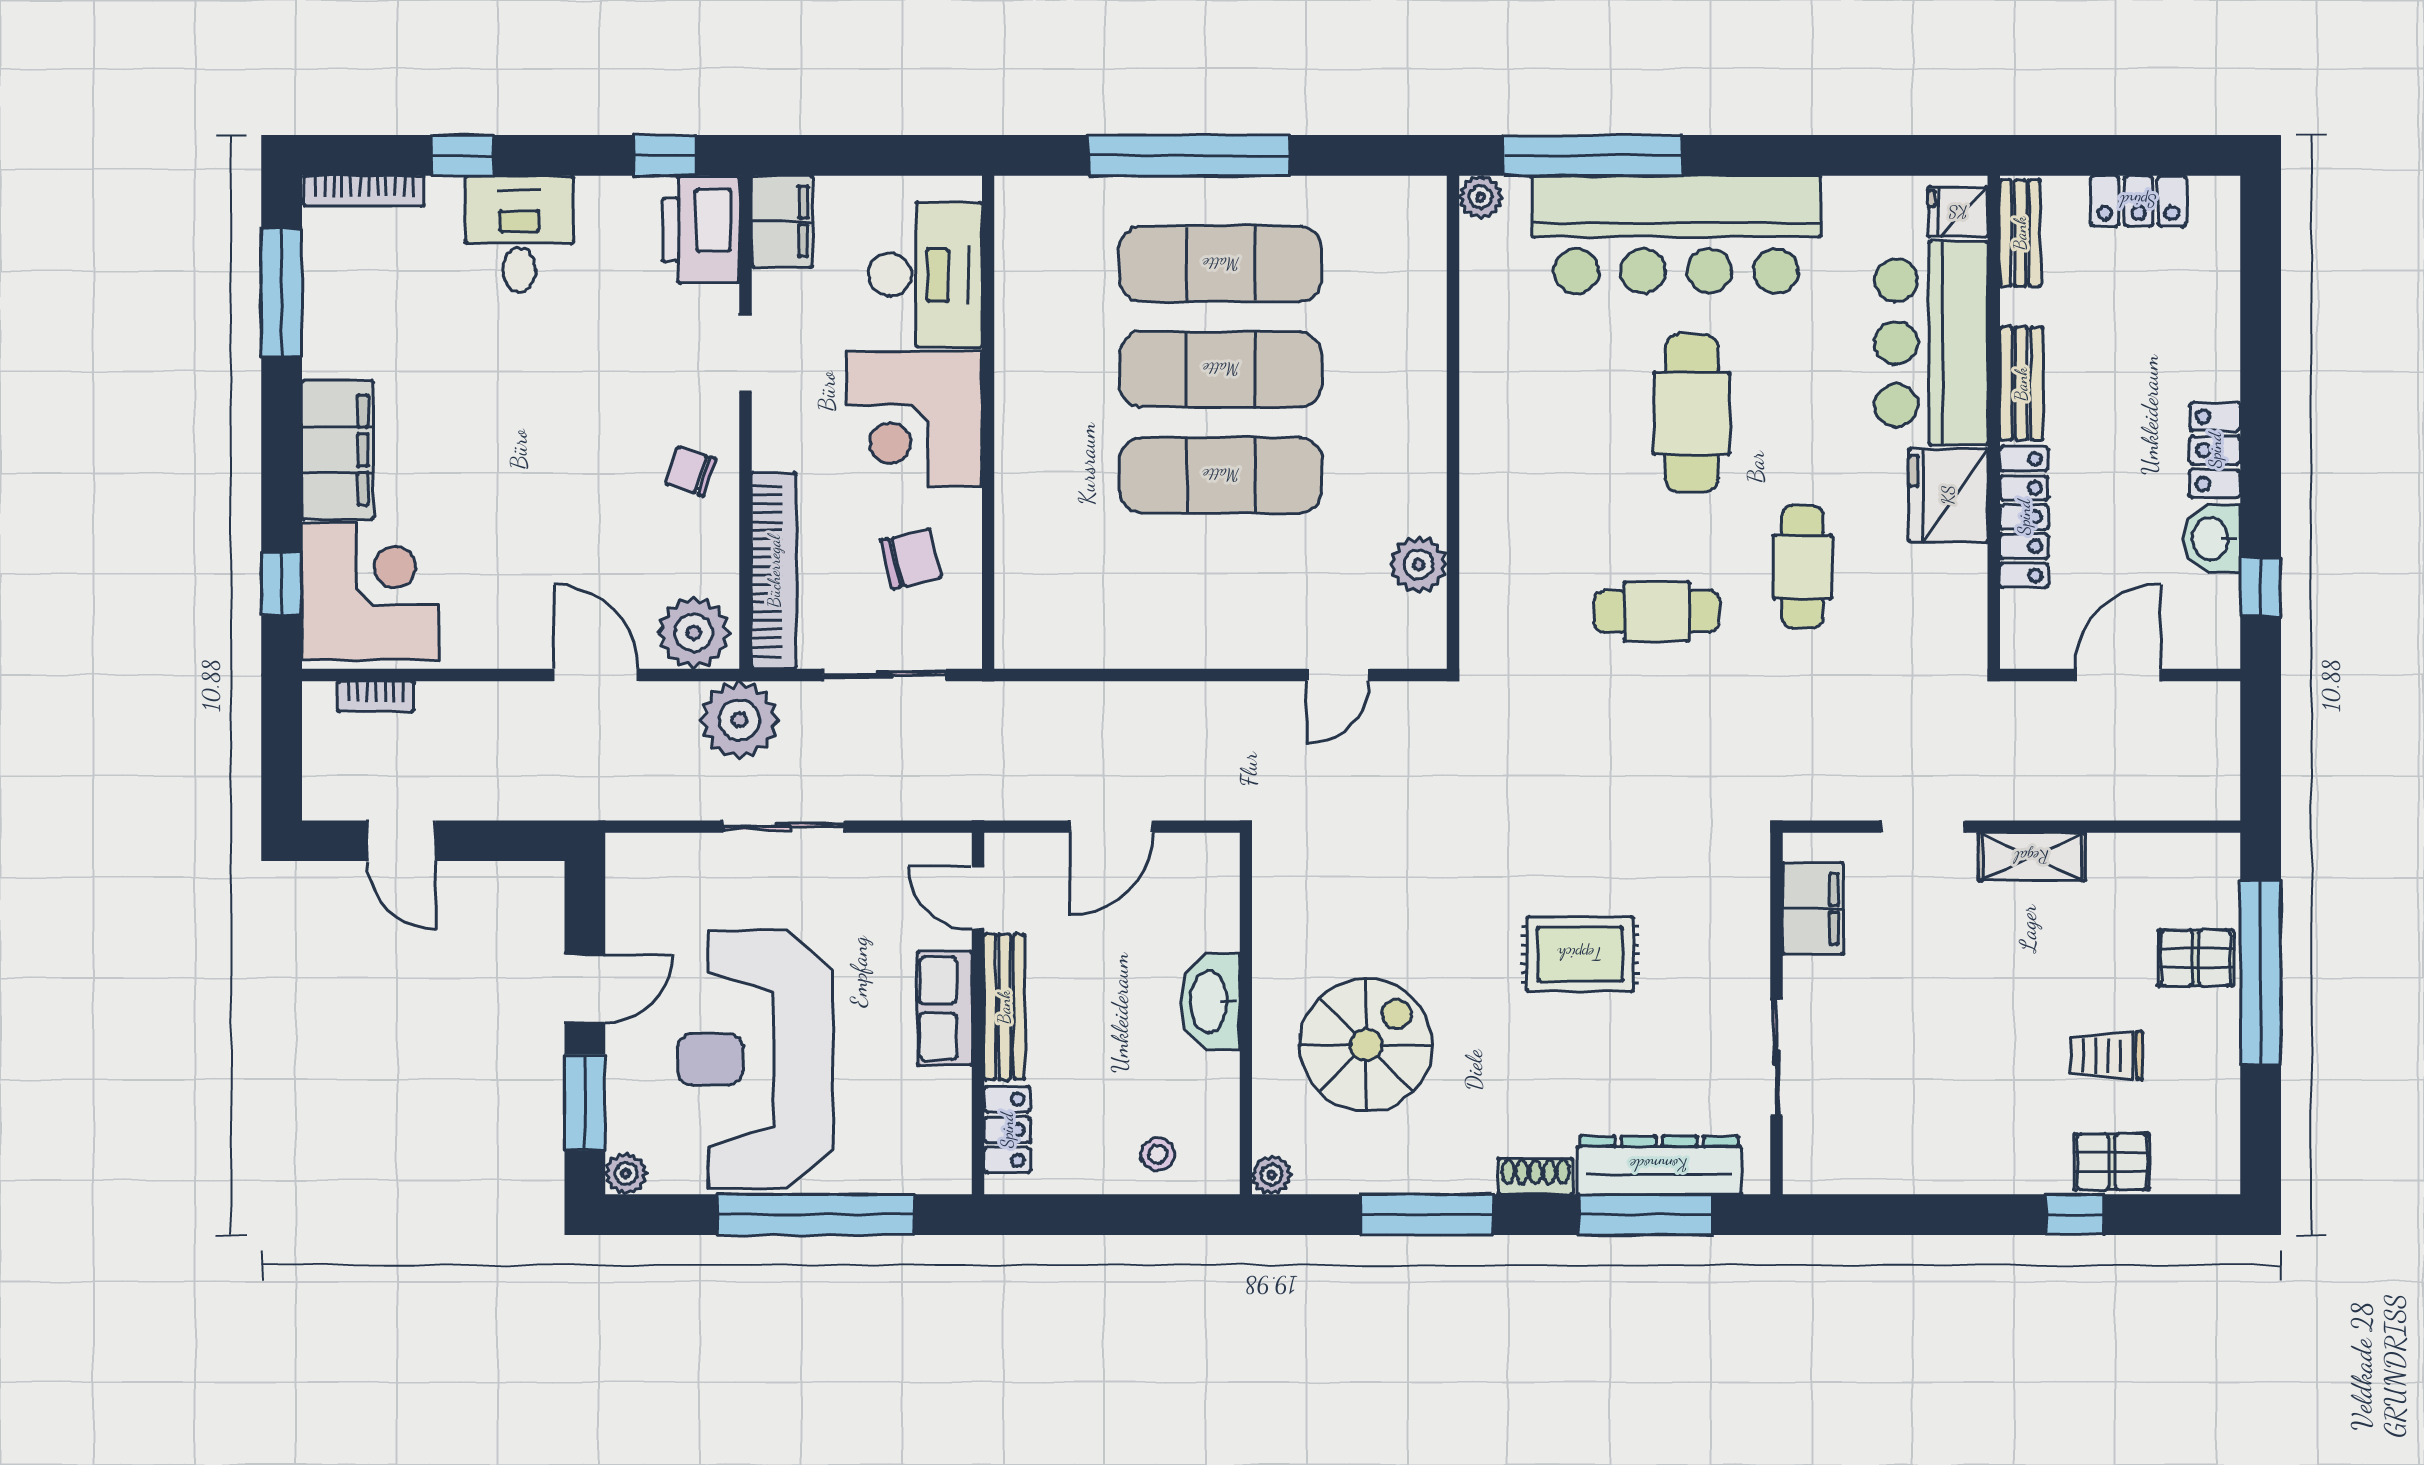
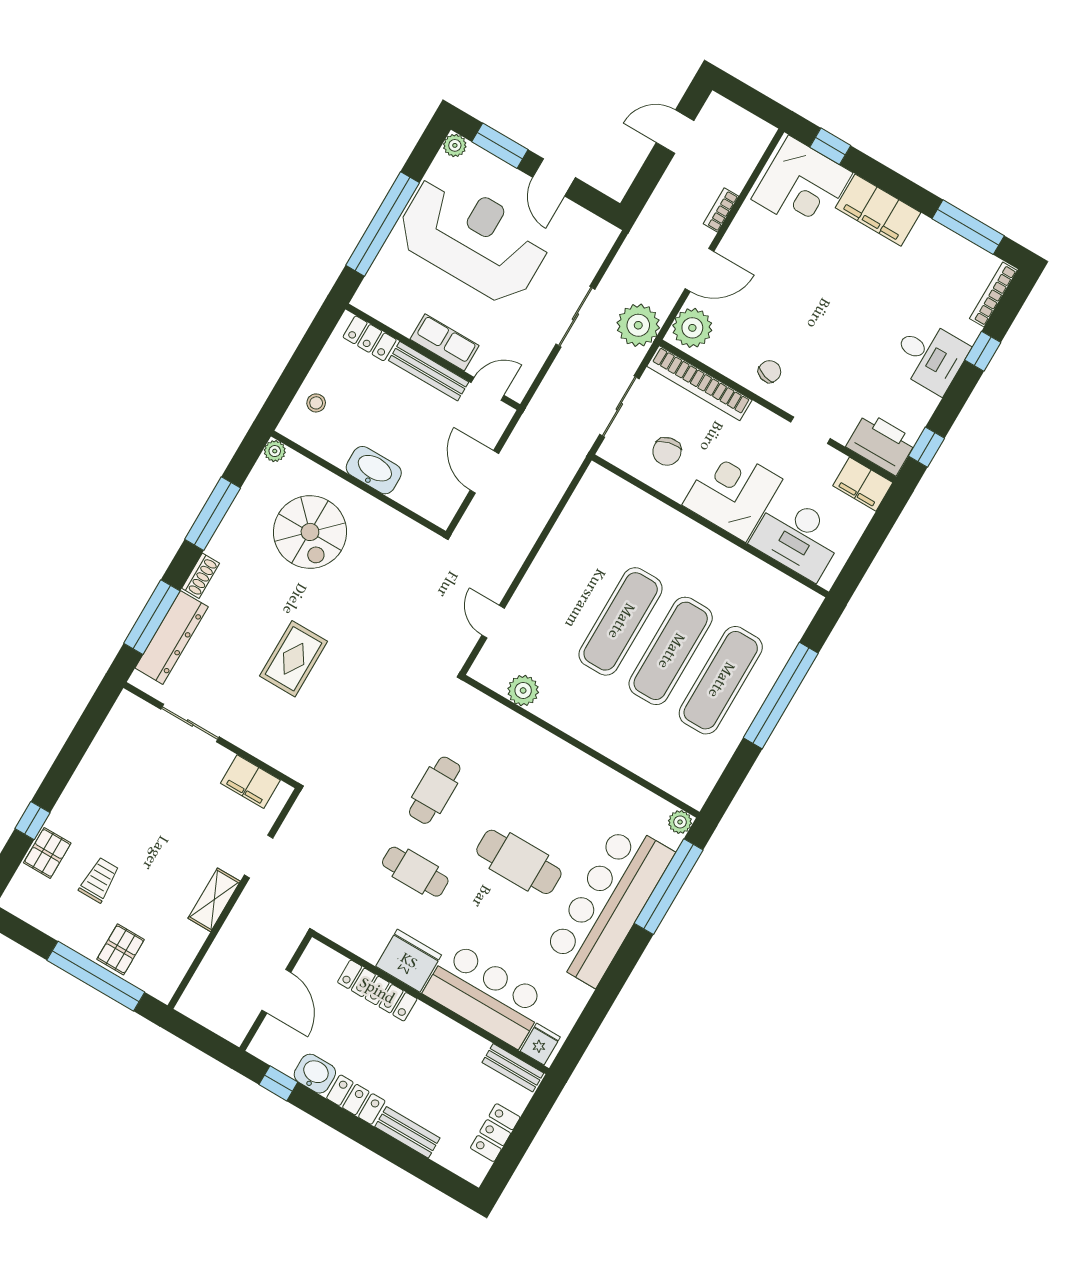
bench: (2021, 384) -> (407, 1132), moved
bookcase: (376, 696) -> (721, 210), moved

